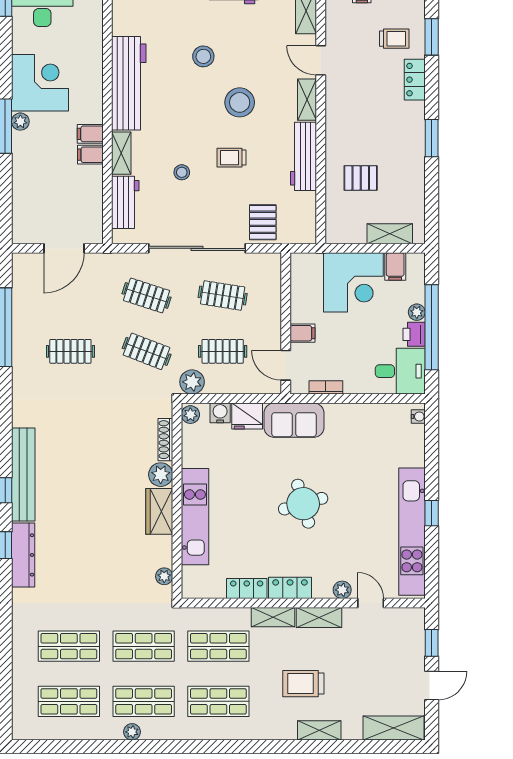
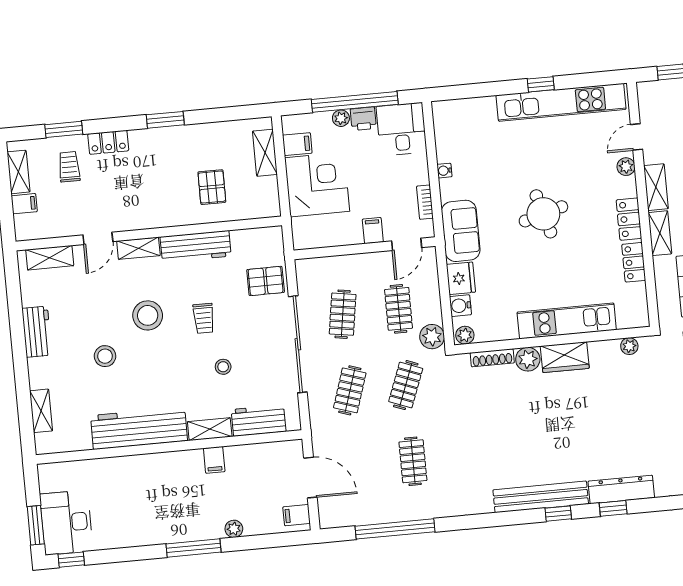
corner desk: (40, 83) -> (147, 517), removed
plant: (20, 122) -> (234, 529), moved
filing cabinet: (90, 134) -> (297, 515), moved, turned 90
water cooler: (418, 417) -> (444, 171), moved, turned -90

